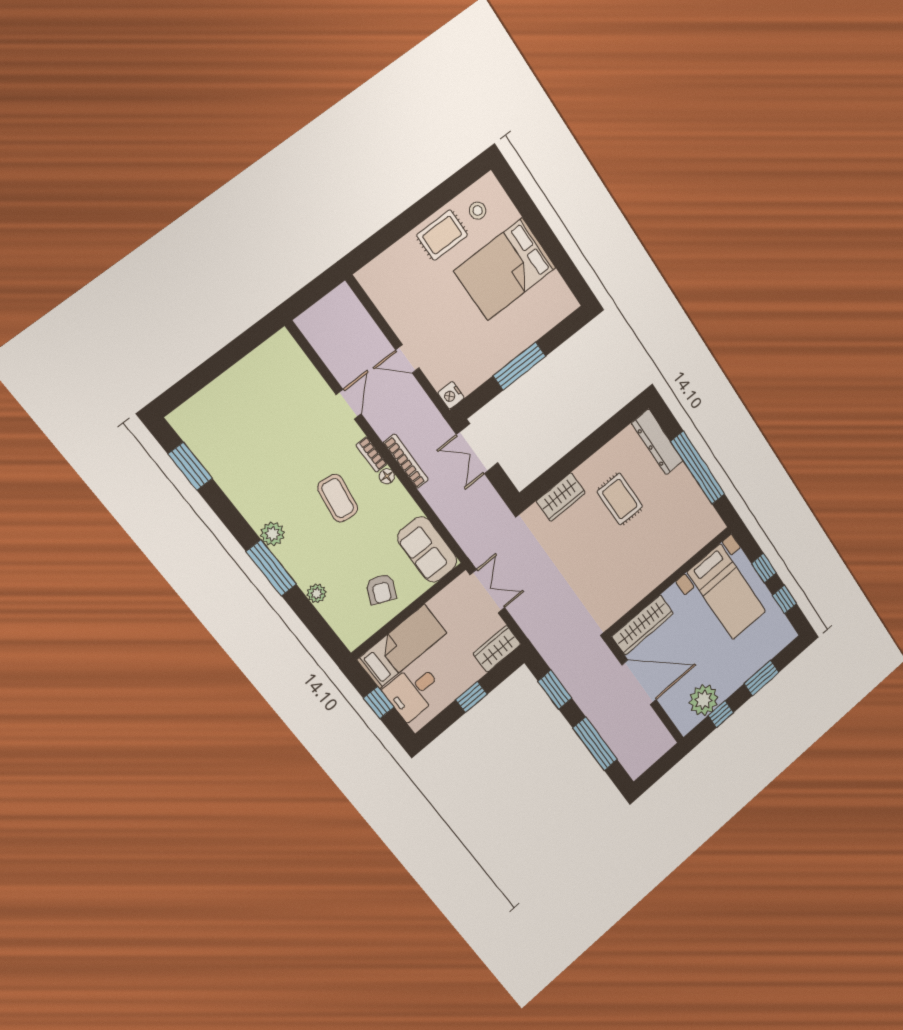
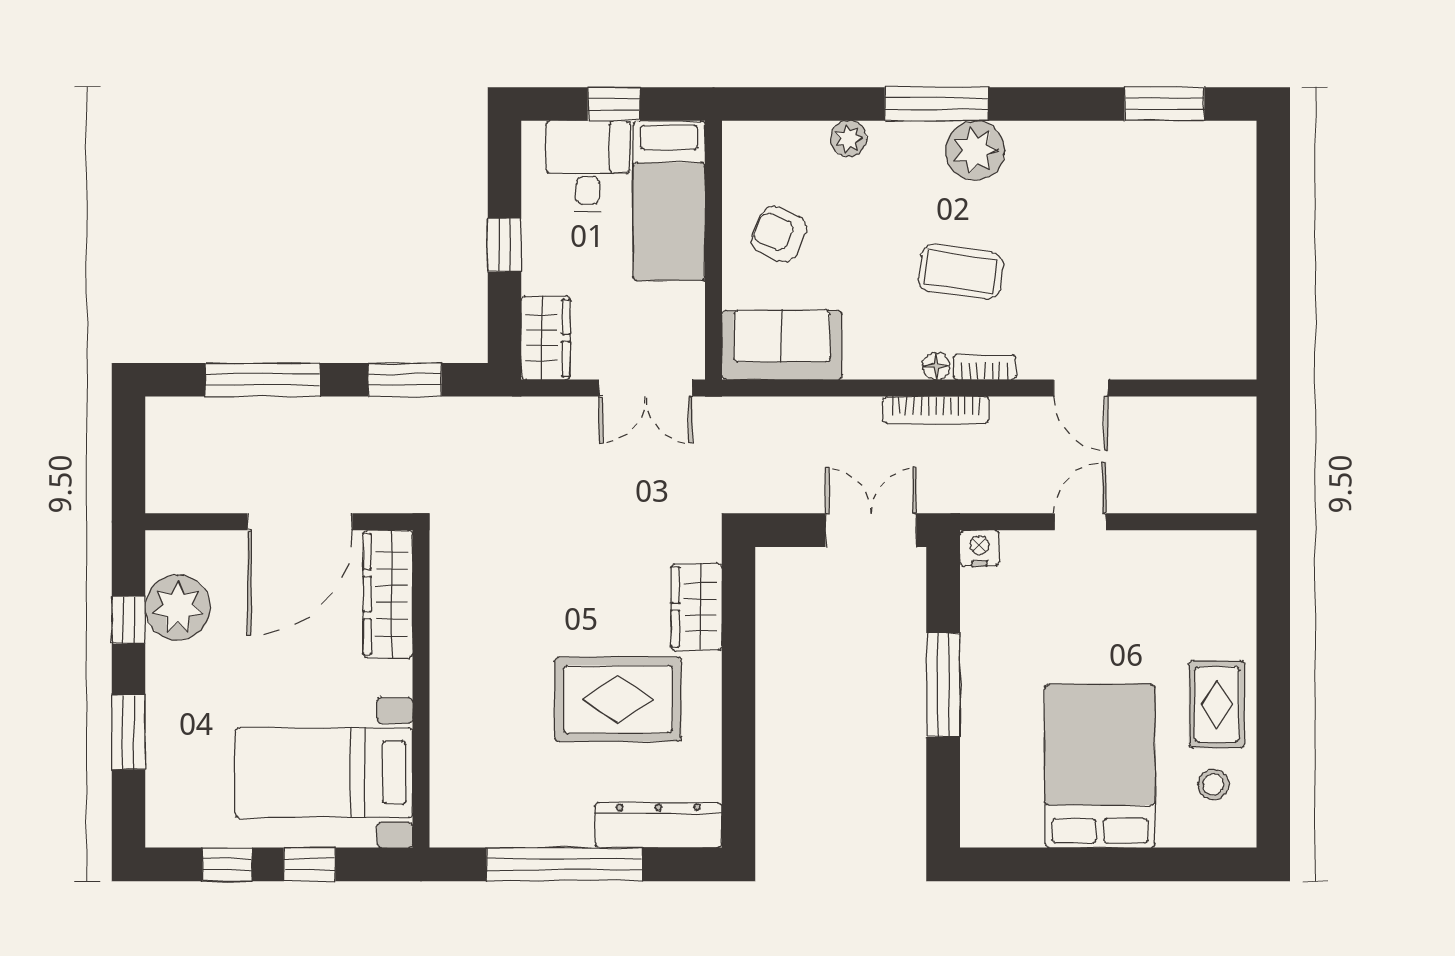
rug: (620, 499) -> (618, 699), width x1.36, depth x1.43
plant: (272, 534) -> (975, 150), width x1.36, depth x1.36

